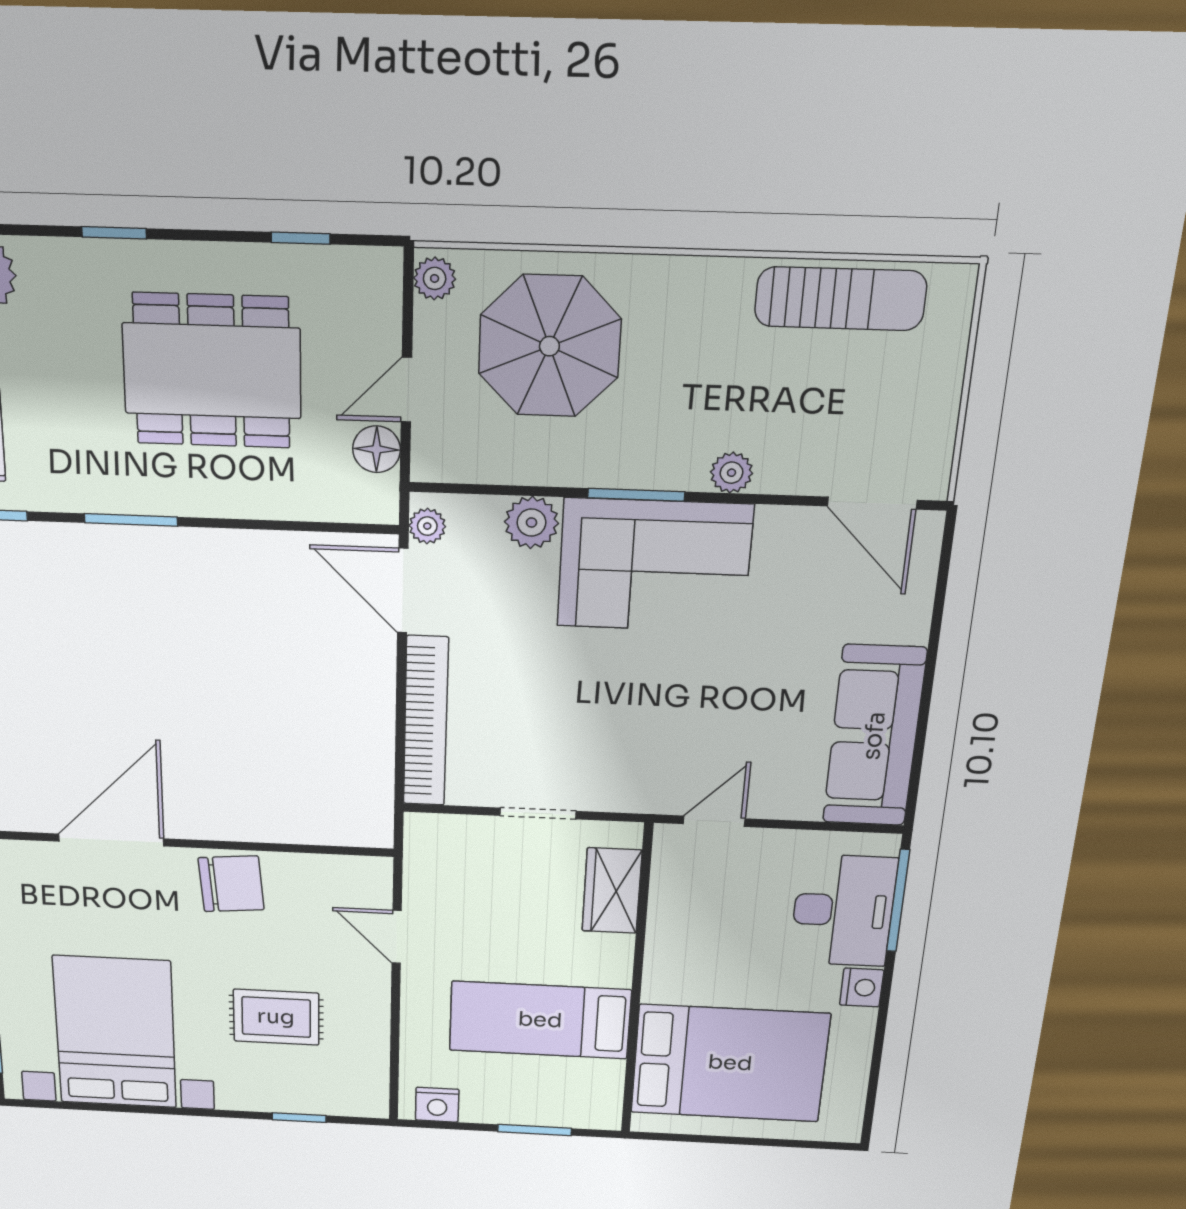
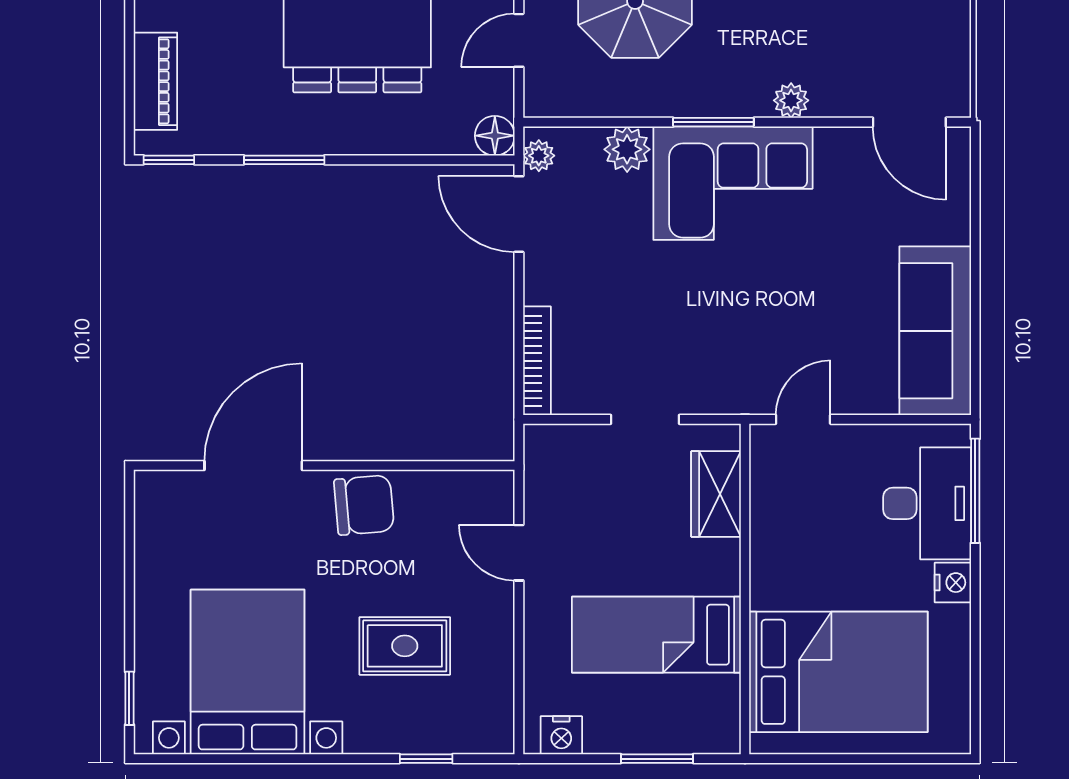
floor lamp: (377, 449) -> (495, 136), moved
bookcase: (426, 722) -> (537, 361), width x0.68, depth x0.76

